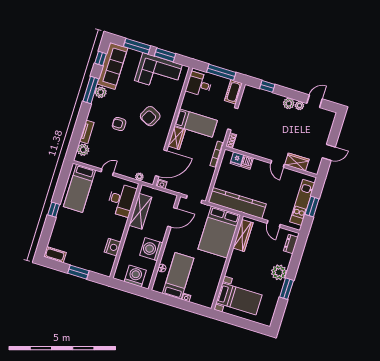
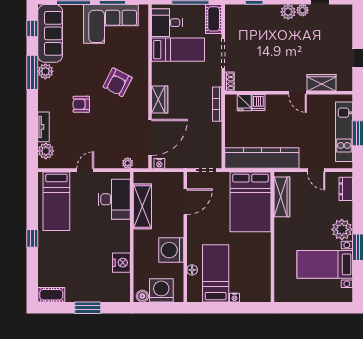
bed: (196, 123) -> (178, 50), moved
boiler: (120, 276) -> (142, 296), added
bed with nightstands: (239, 299) -> (325, 264), moved, turned 180

